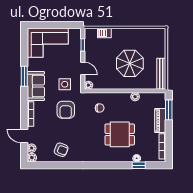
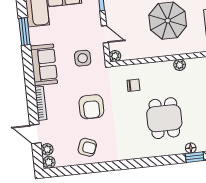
window: (24, 76) -> (24, 31), moved
armchair: (66, 110) -> (91, 107), moved
dining table: (120, 134) -> (164, 118), turned 90

